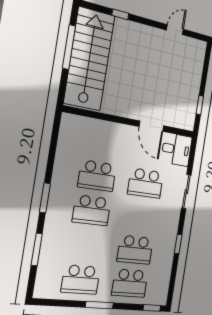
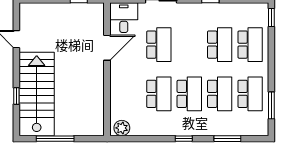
stairs: (89, 59) -> (37, 94), moved, turned 90
plant: (68, 127) -> (122, 128), added
window: (45, 198) -> (184, 139), width x0.67
school desk: (86, 245) -> (220, 94), added
window: (99, 305) -> (271, 105), moved

